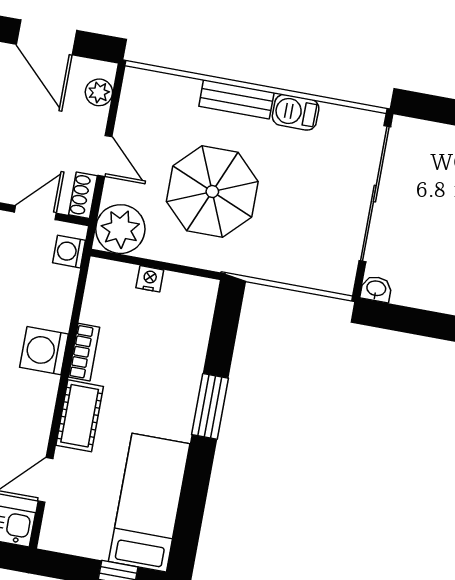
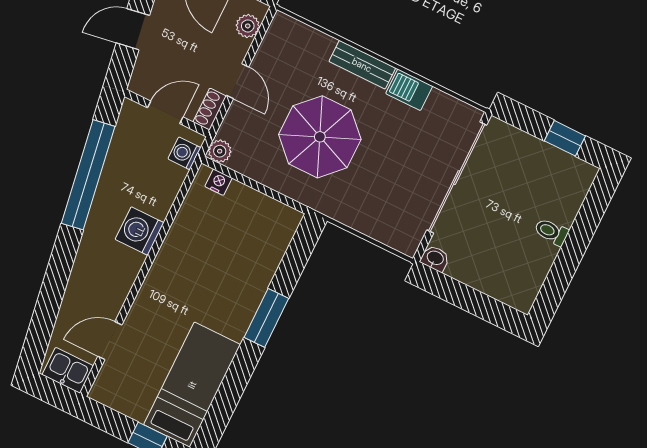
plant: (120, 229) -> (220, 151), width x0.53, depth x0.53
nightstand: (150, 279) -> (218, 182), moved
bookcase: (84, 352) -> (173, 242), removed
cot: (80, 416) -> (154, 295), removed

